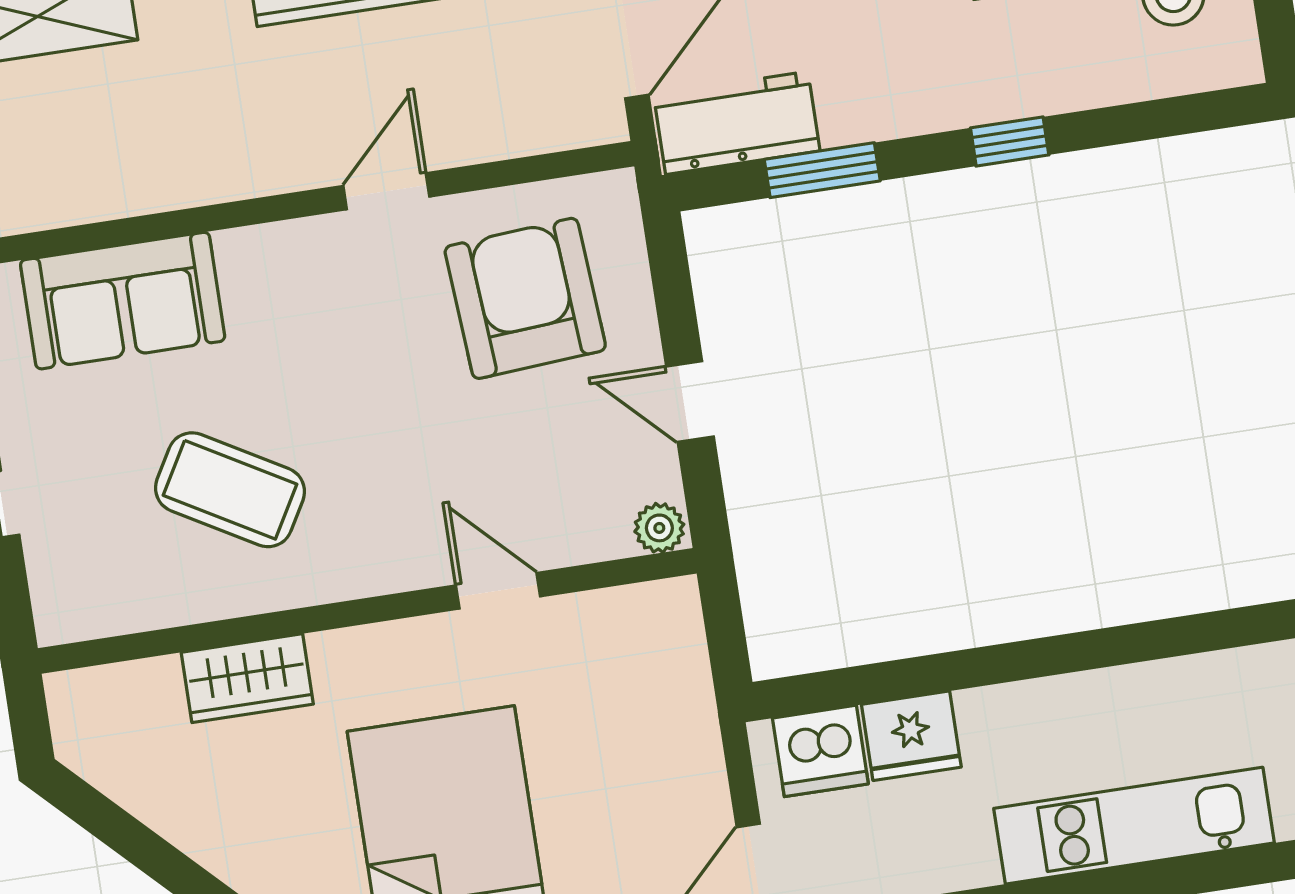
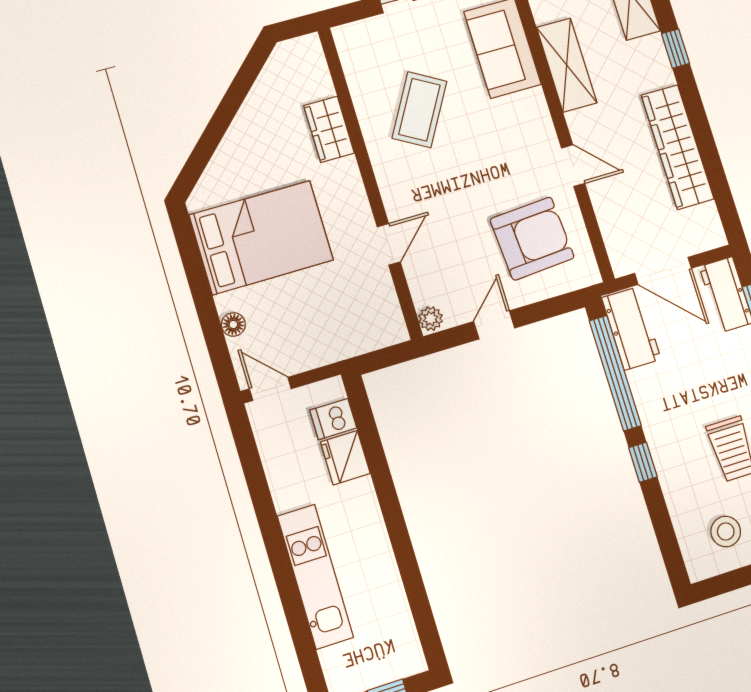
window: (822, 170) -> (615, 373), width x2.11
shelving: (175, 173) -> (567, 65), added
dishwasher: (820, 751) -> (333, 419), width x0.73

